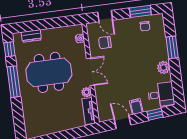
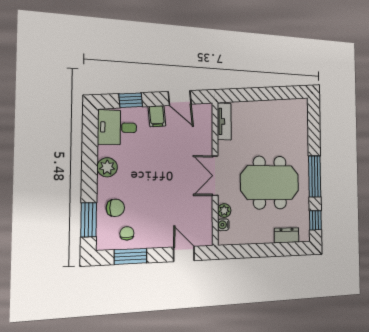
chair: (105, 43) -> (115, 208), moved
window: (172, 47) -> (89, 220), moved
plant: (86, 92) -> (224, 211), moved

